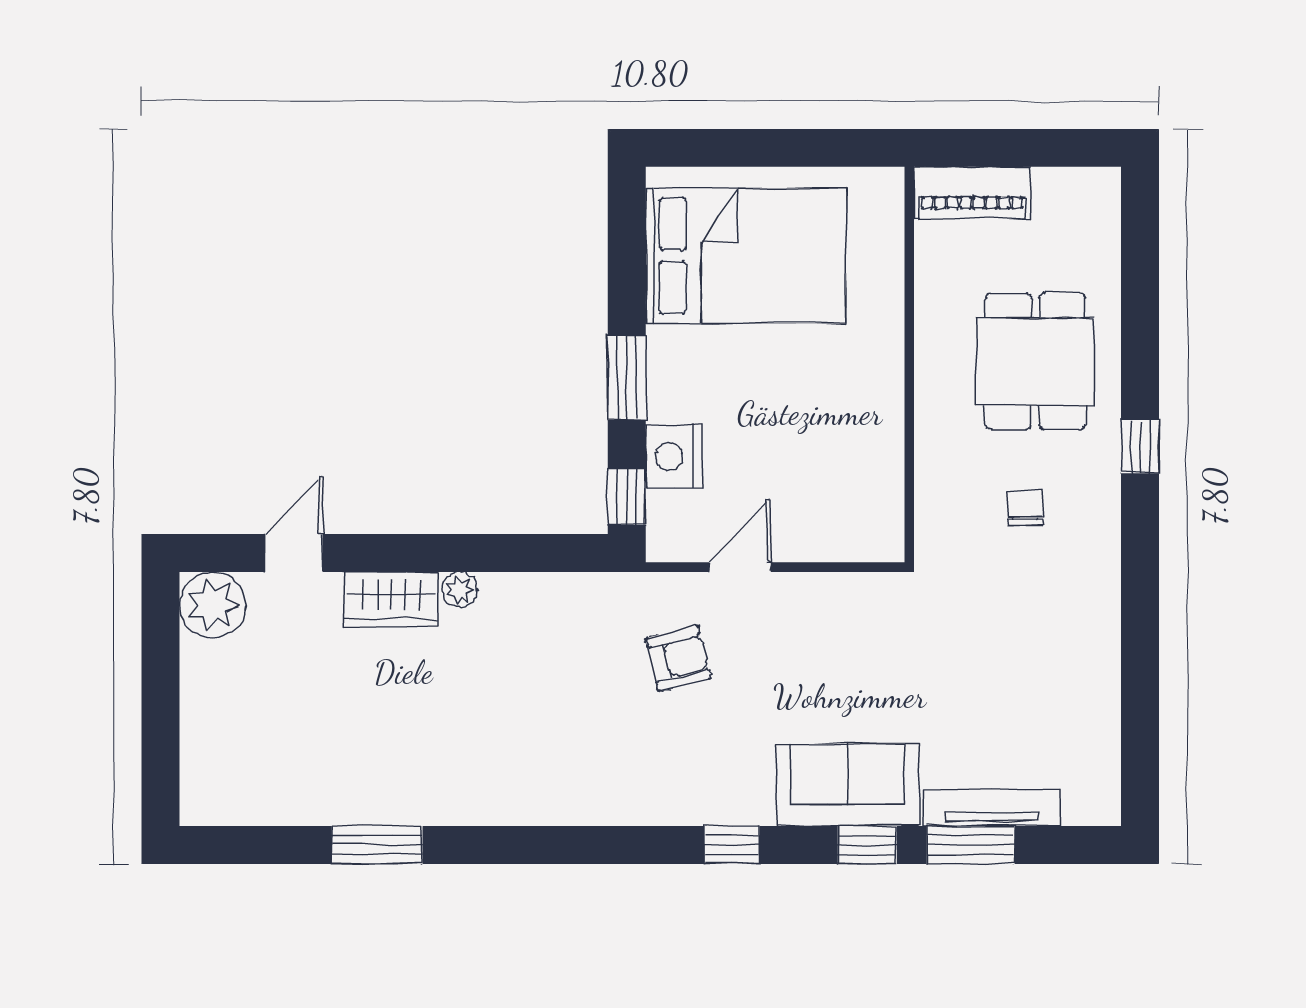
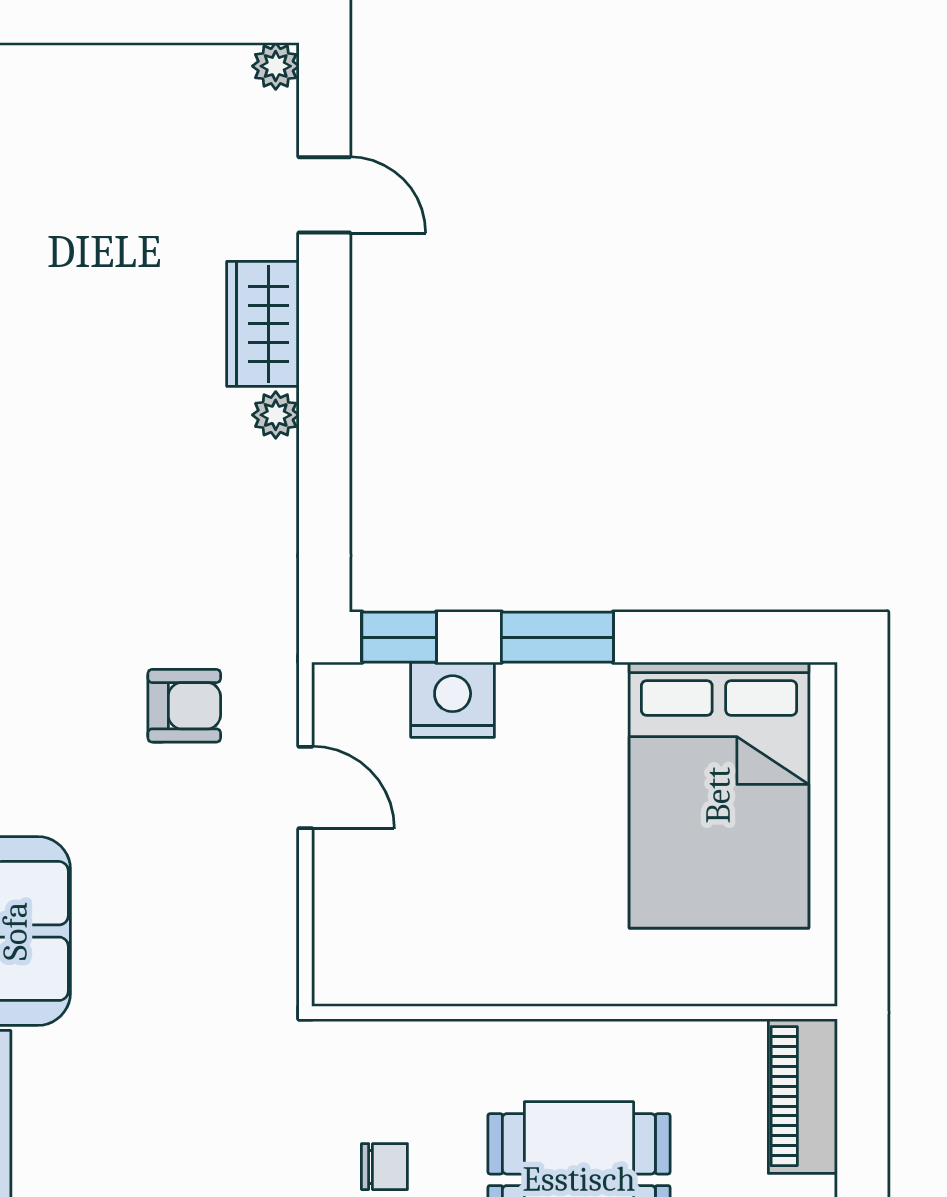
plant: (212, 605) -> (276, 66), width x0.53, depth x0.53
armchair: (678, 658) -> (184, 706), turned -76

